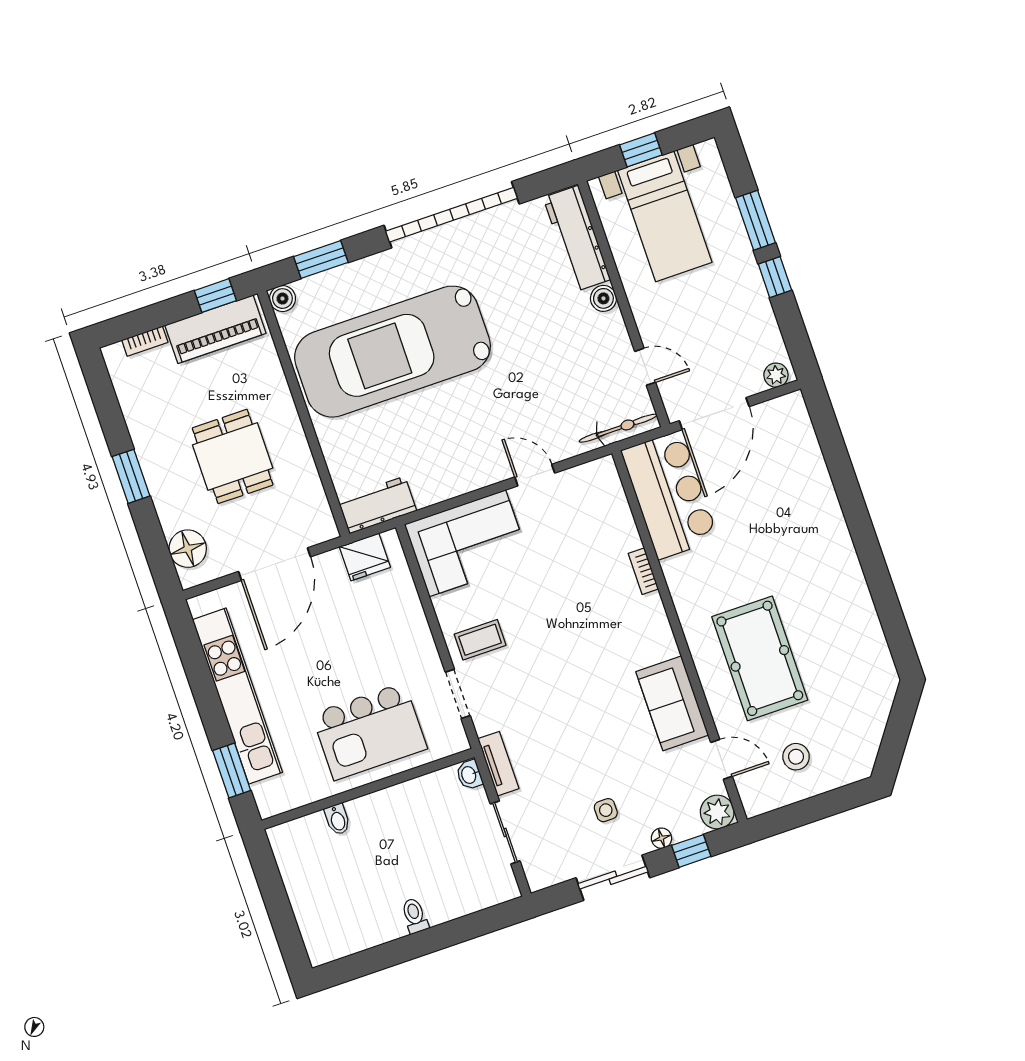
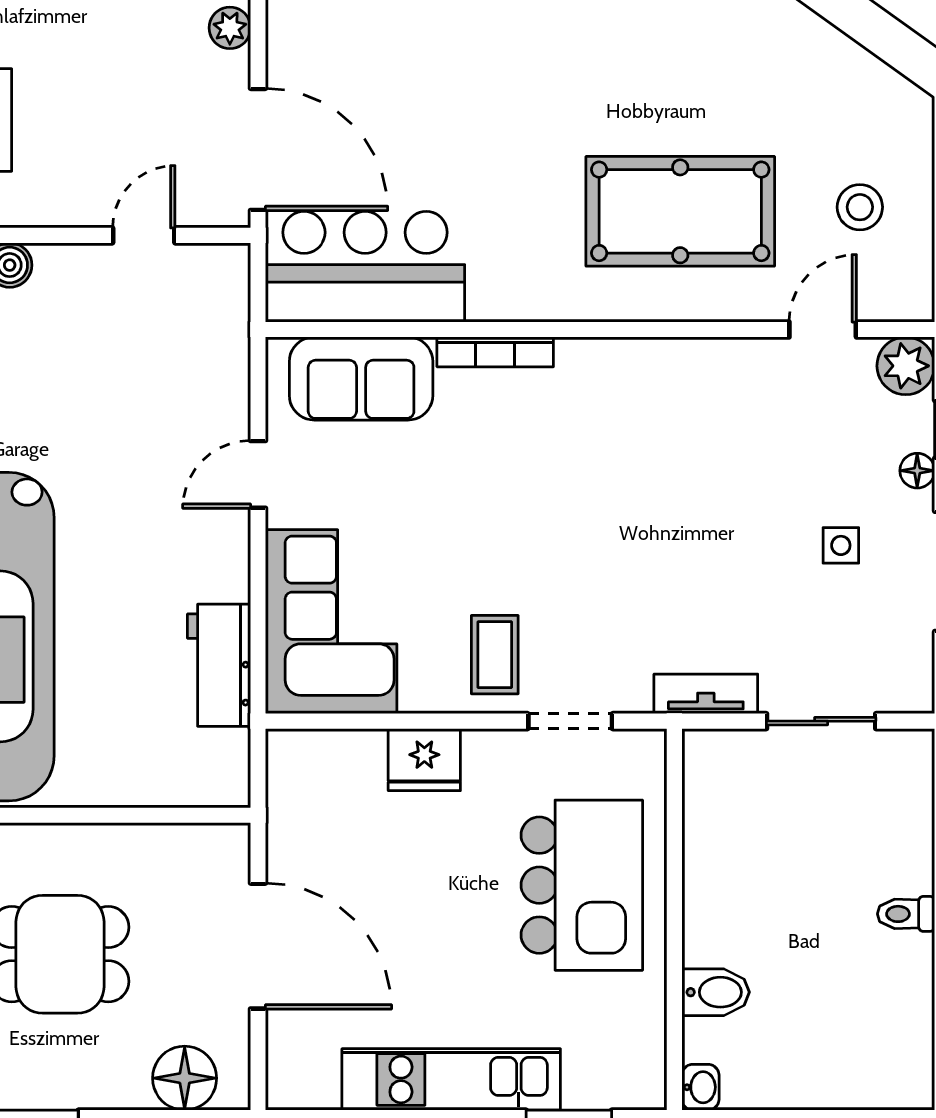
bicycle: (618, 428) -> (228, 313), removed
workbench: (377, 505) -> (219, 665), moved
fridge: (365, 557) -> (424, 760), moved, turned 90
bookcase: (643, 571) -> (495, 352), width x1.56
kitchen unit: (237, 696) -> (451, 1079), width x0.73
sofa: (672, 703) -> (361, 378), moved
washbasin: (469, 775) -> (700, 1087), moved, turned -90
bidet: (337, 819) -> (716, 992), width x1.38, depth x1.36

